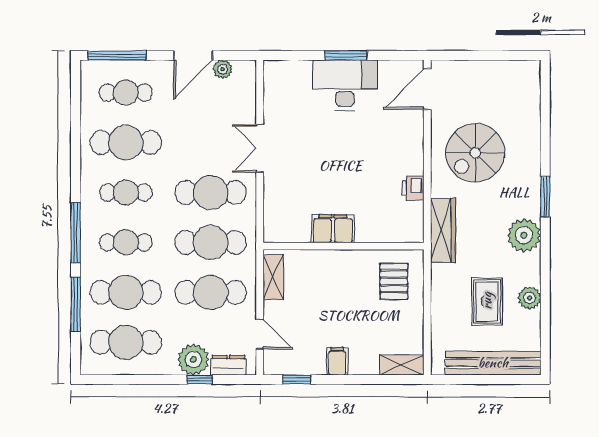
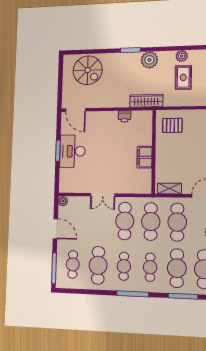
plant: (223, 69) -> (63, 201), moved
spiral stairs: (475, 153) -> (88, 70), moved
window: (76, 233) -> (133, 294), moved
rug: (487, 301) -> (183, 77), turned 90

